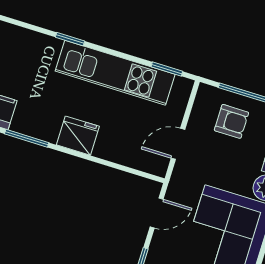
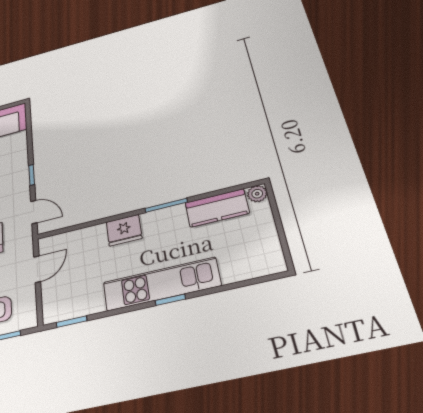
kitchen unit: (115, 73) -> (161, 284), moved
door: (157, 213) -> (34, 212), swing flipped

